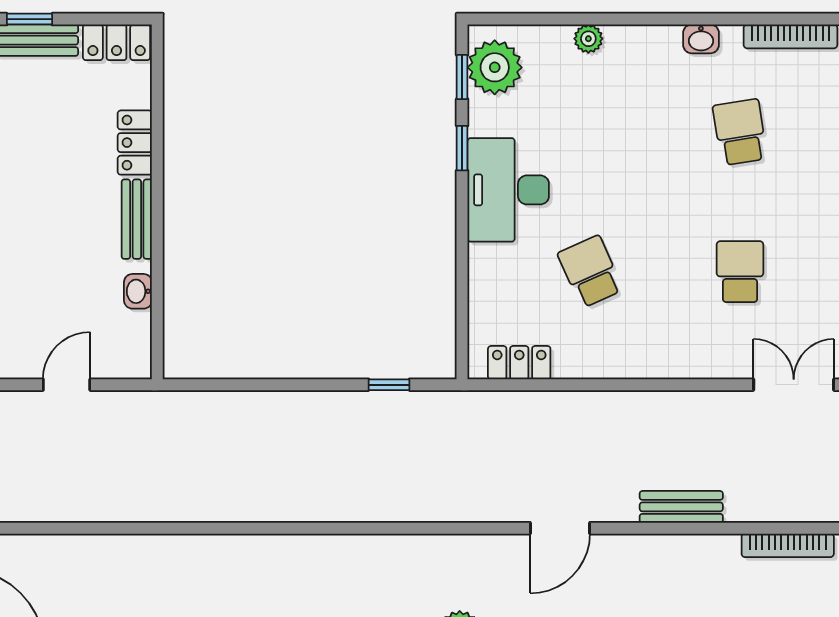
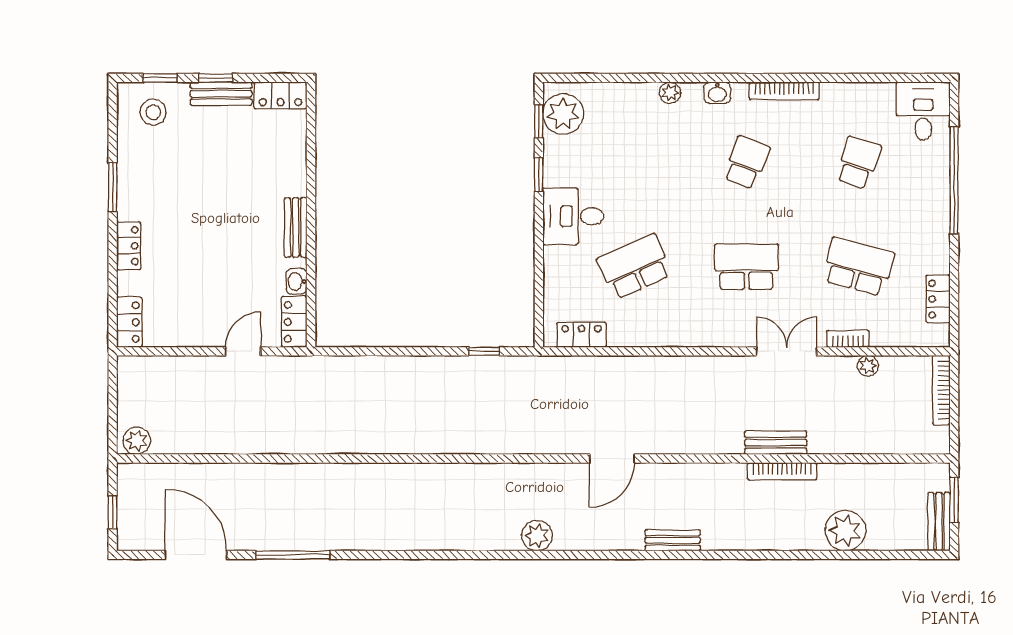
plant: (588, 39) -> (670, 93), moved
school desk: (740, 132) -> (746, 163), turned 30
locker: (135, 143) -> (294, 322), moved
desk: (508, 190) -> (573, 216), width x0.73
school desk: (590, 272) -> (635, 267), width x1.85
school desk: (740, 272) -> (746, 267), width x1.85
bench: (681, 507) -> (776, 443), moved

